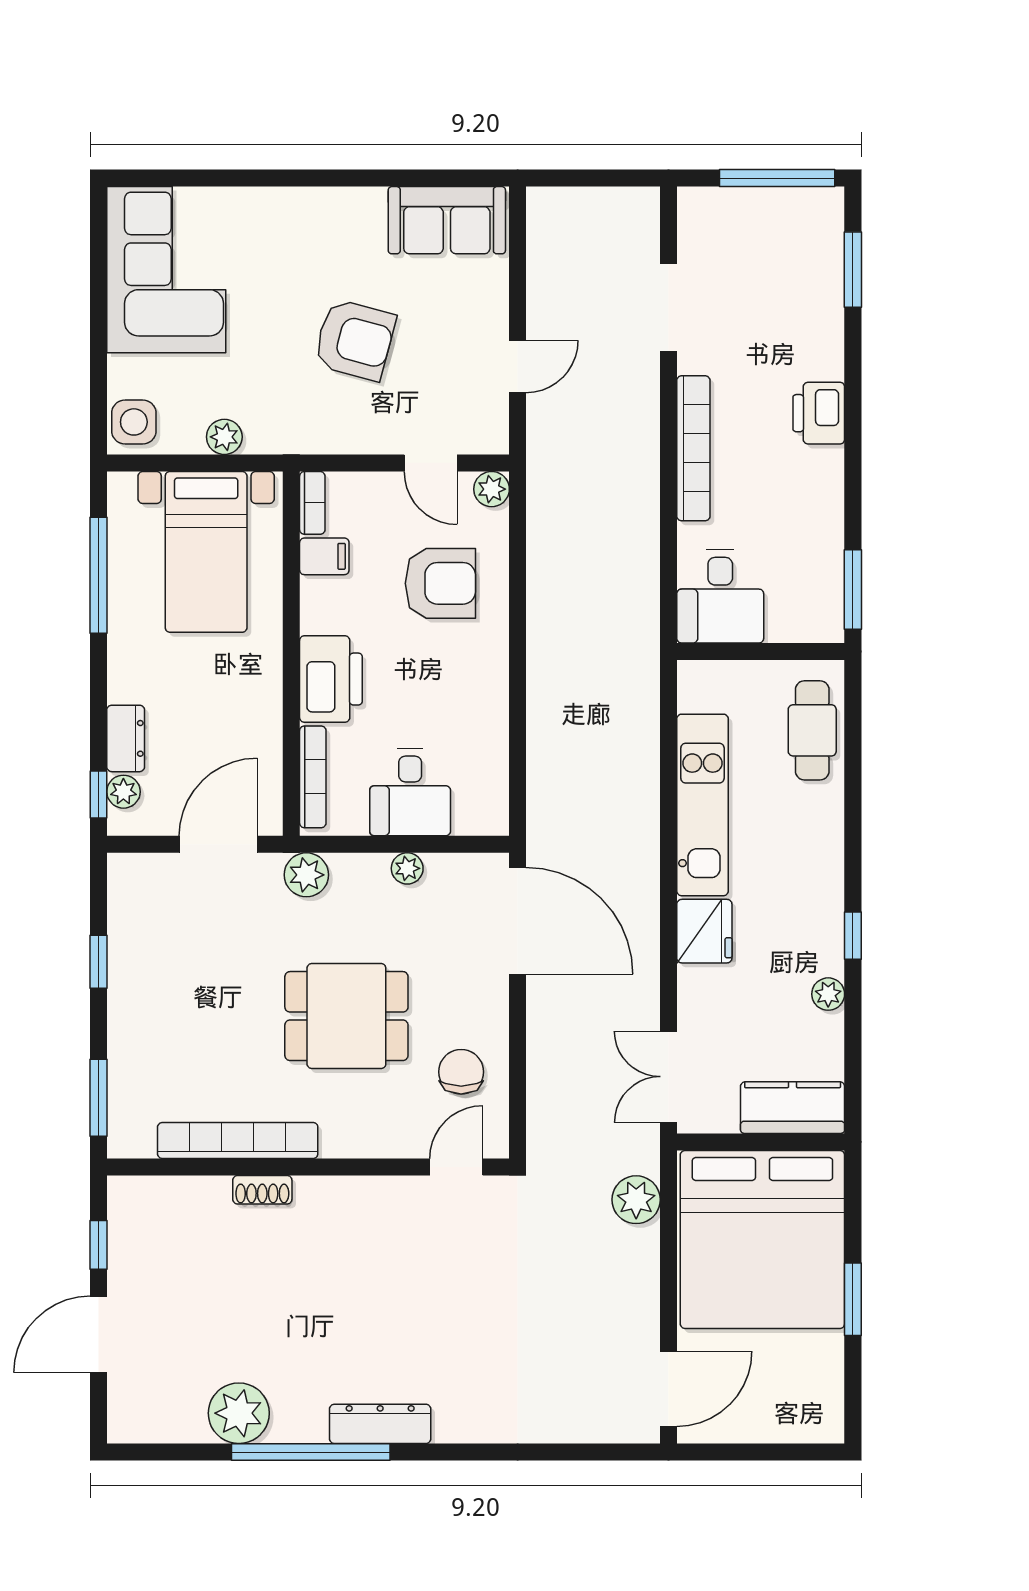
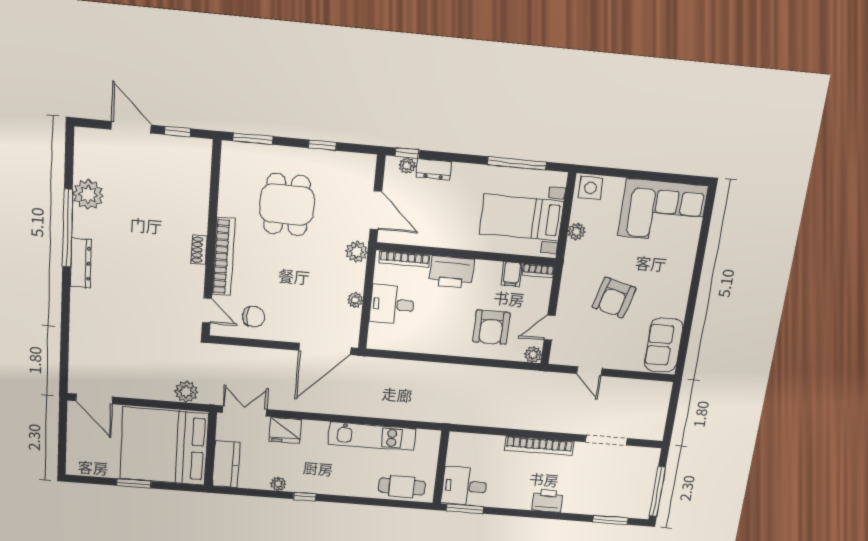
desk: (720, 596) -> (464, 486), moved
fridge: (704, 931) -> (286, 430), moved
dining table: (346, 1016) -> (287, 205), moved
bookcase: (238, 1140) -> (223, 257), moved
shoe rack: (262, 1190) -> (199, 250), moved

